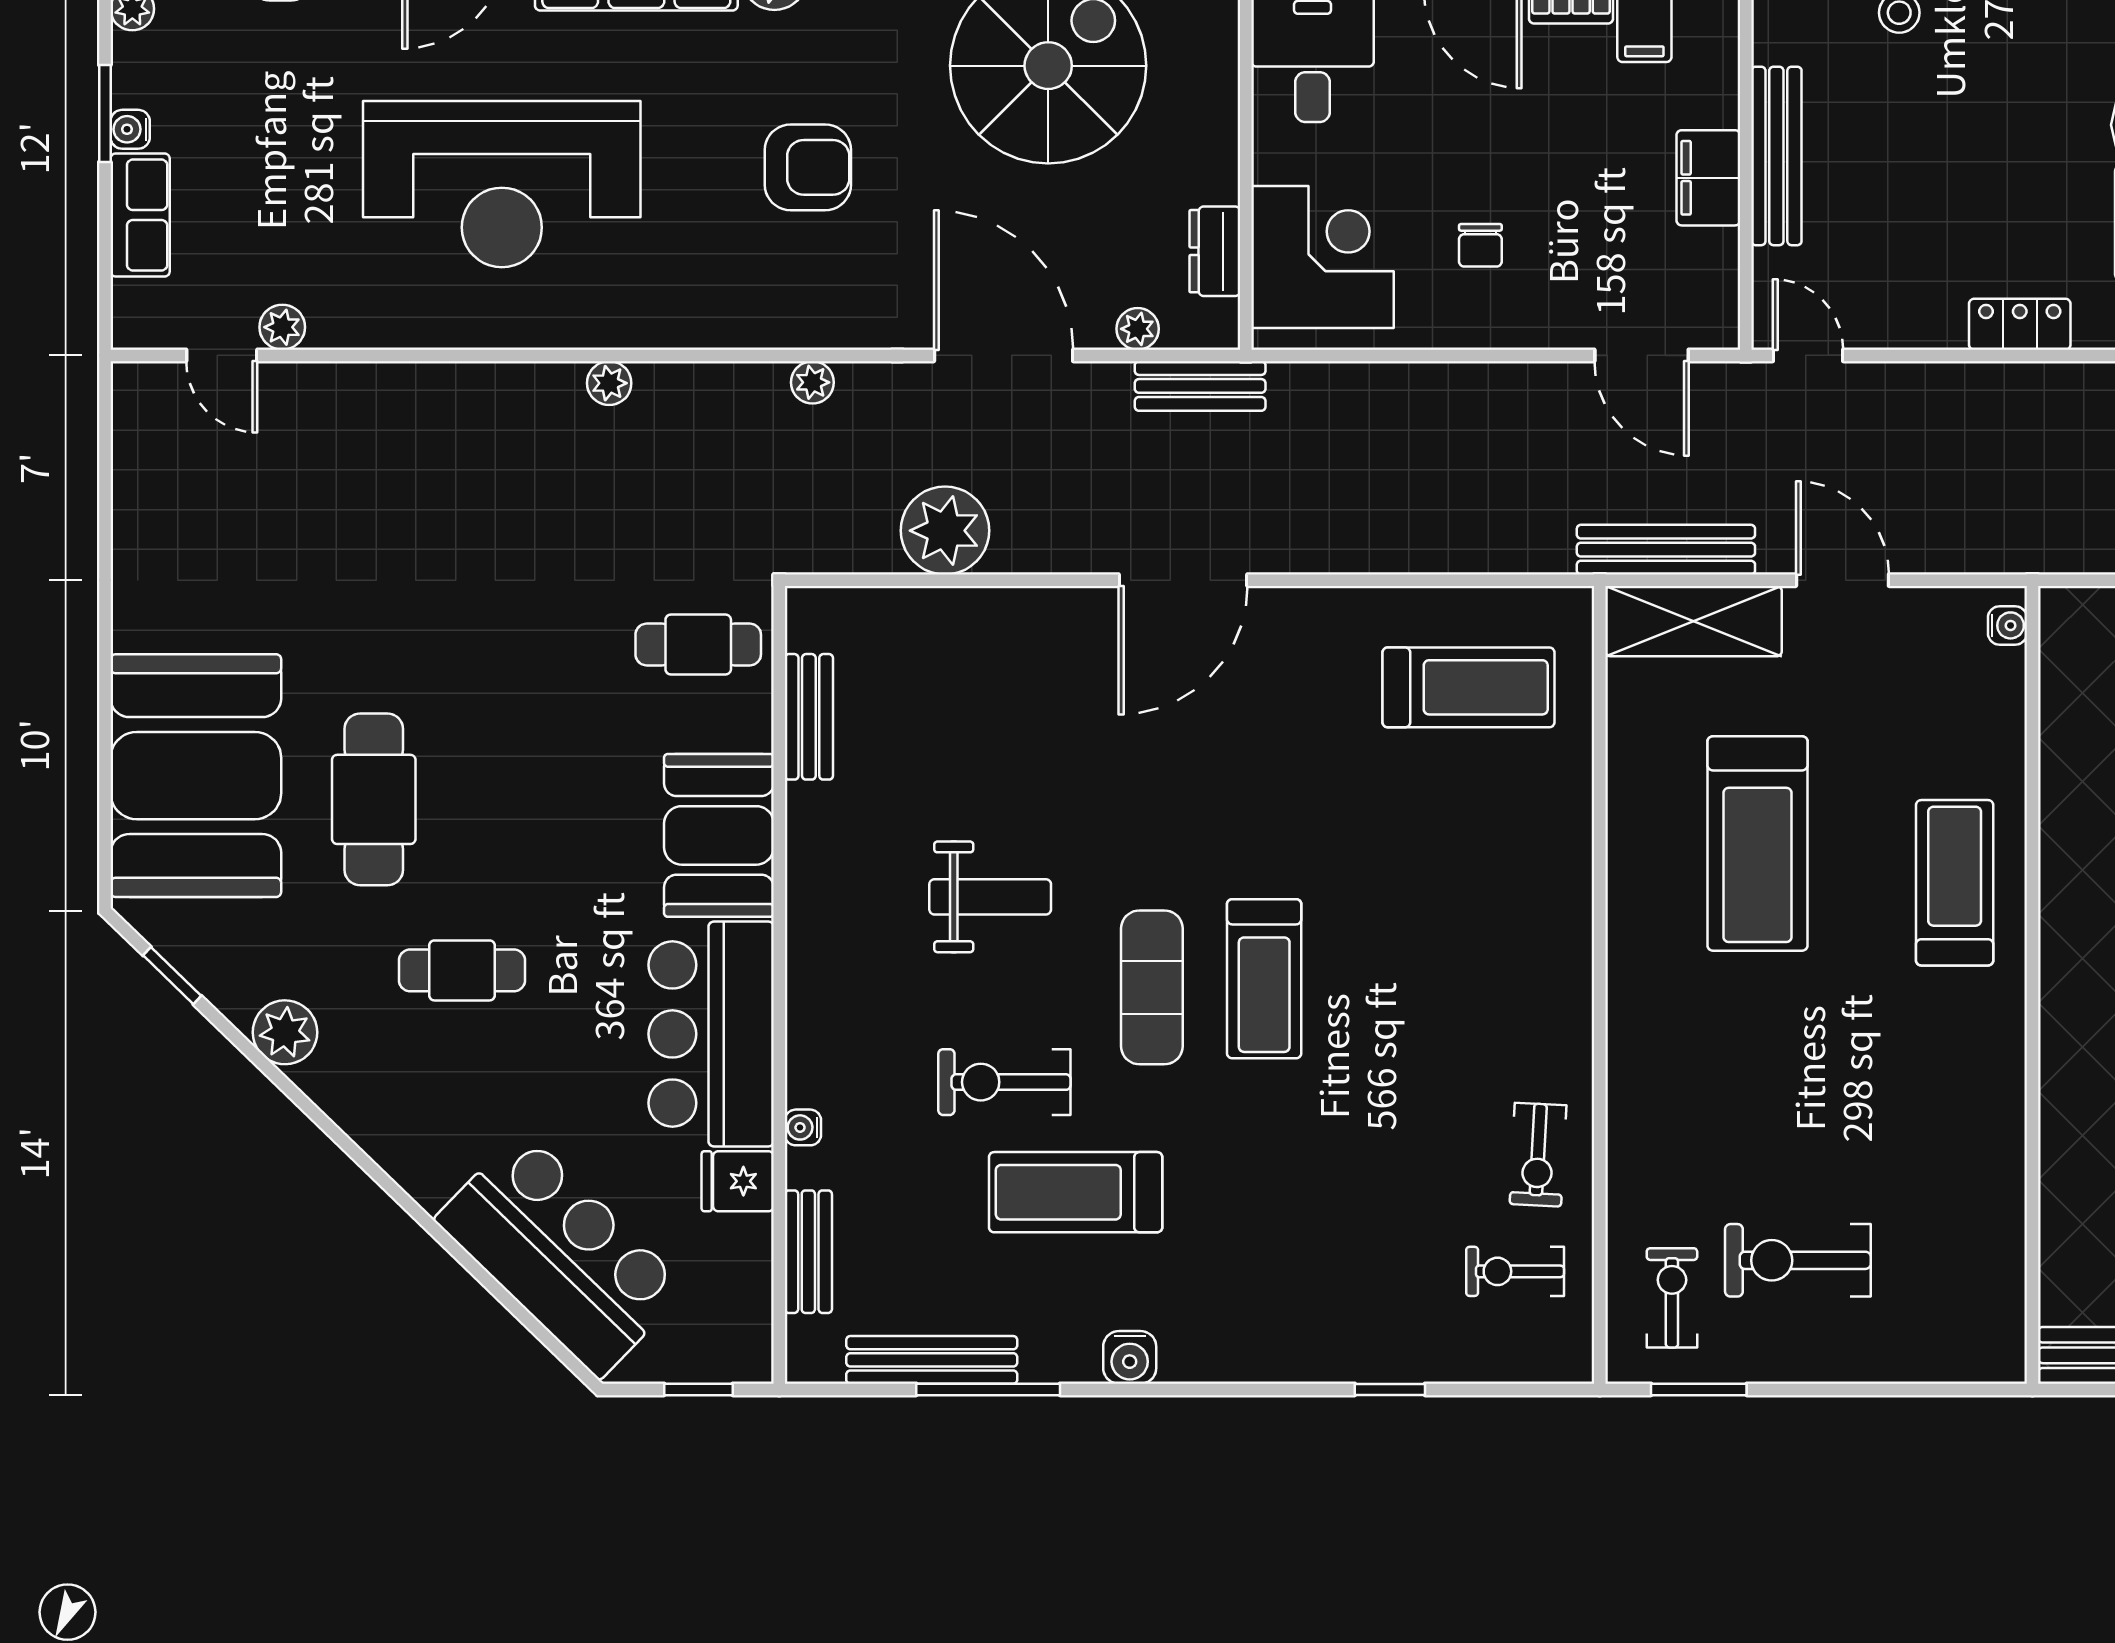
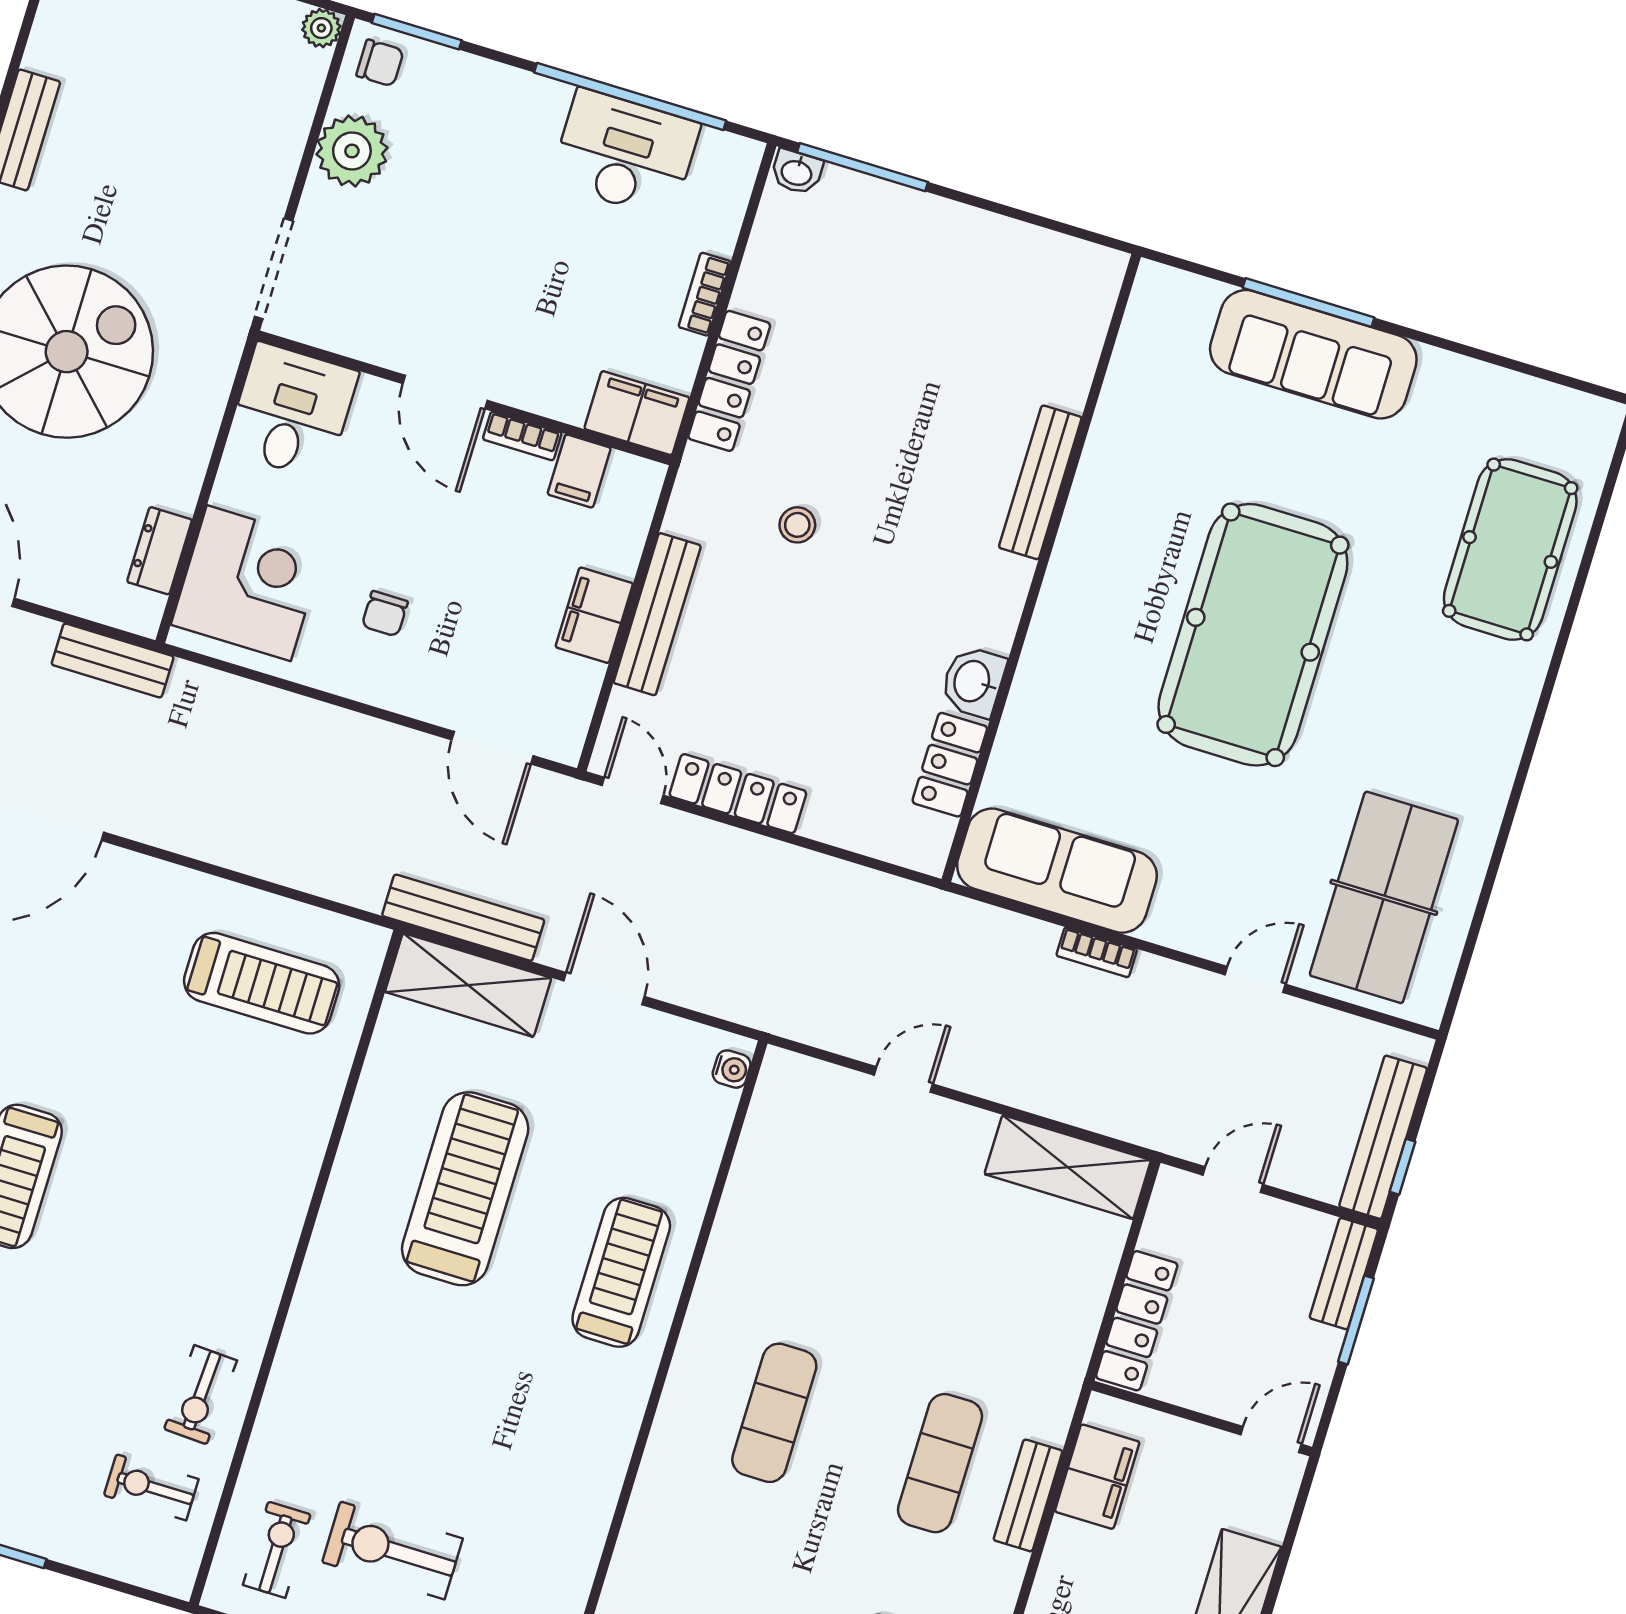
locker: (2020, 324) -> (738, 794), moved, width x1.53
plant: (1138, 329) -> (75, 596), removed
treadmill: (1757, 843) -> (465, 1189), turned 180

